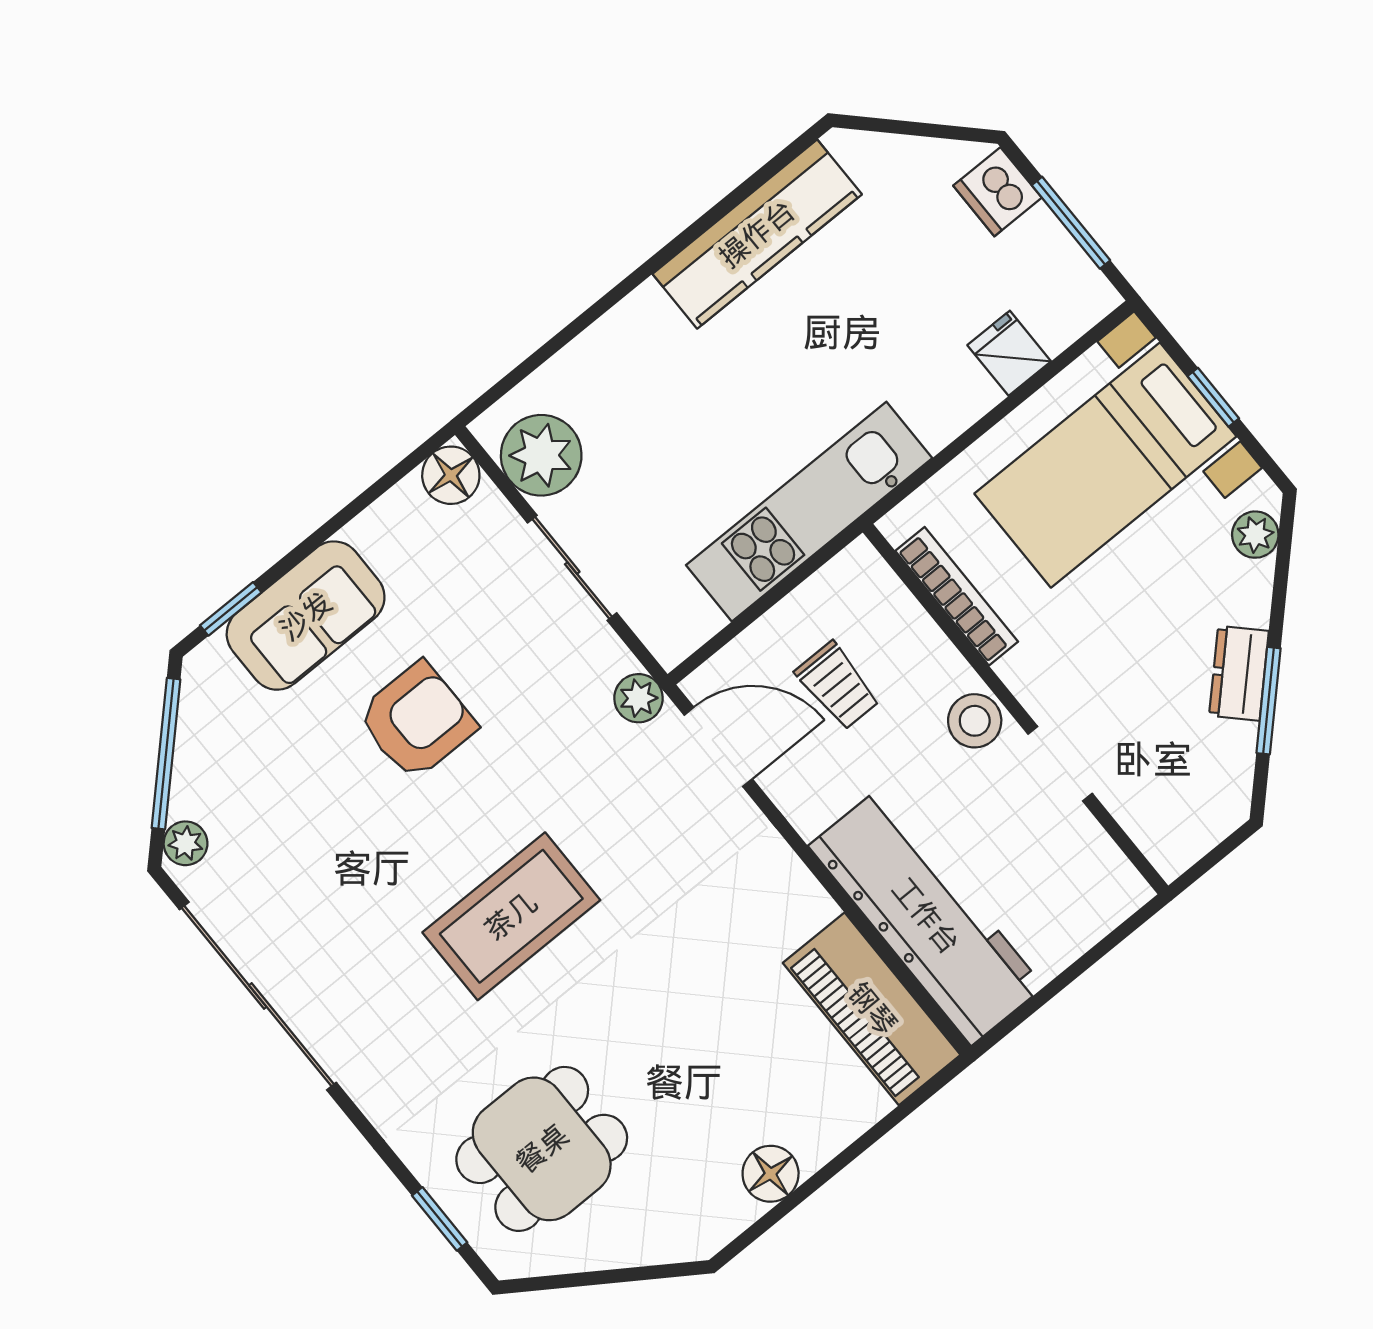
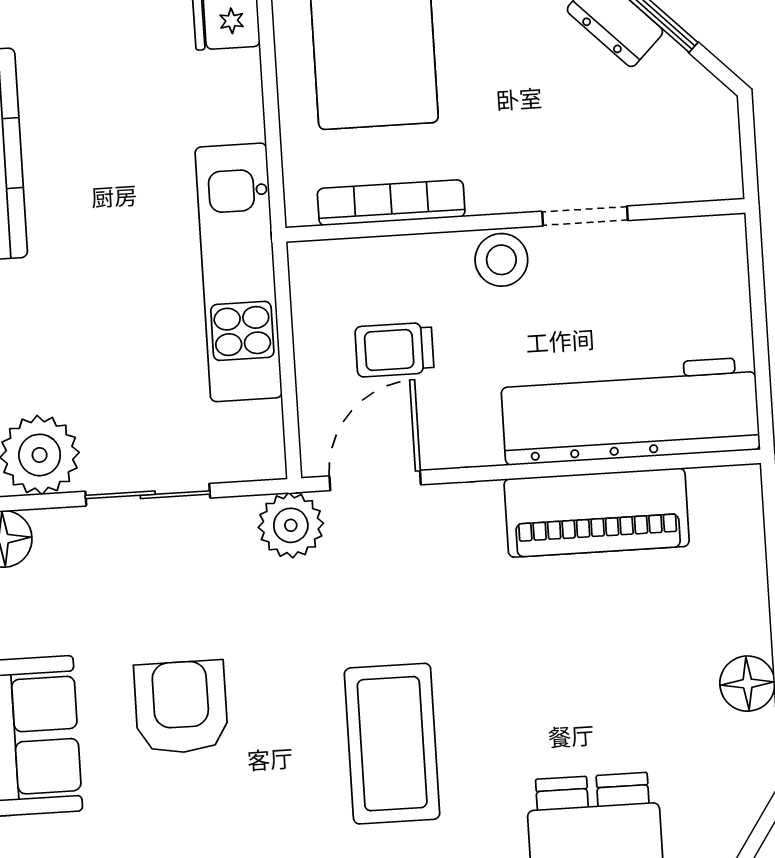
trolley: (837, 686) -> (394, 350), turned 180
plant: (639, 698) -> (291, 525), width x1.38, depth x1.38
piano: (872, 1009) -> (597, 513), moved

